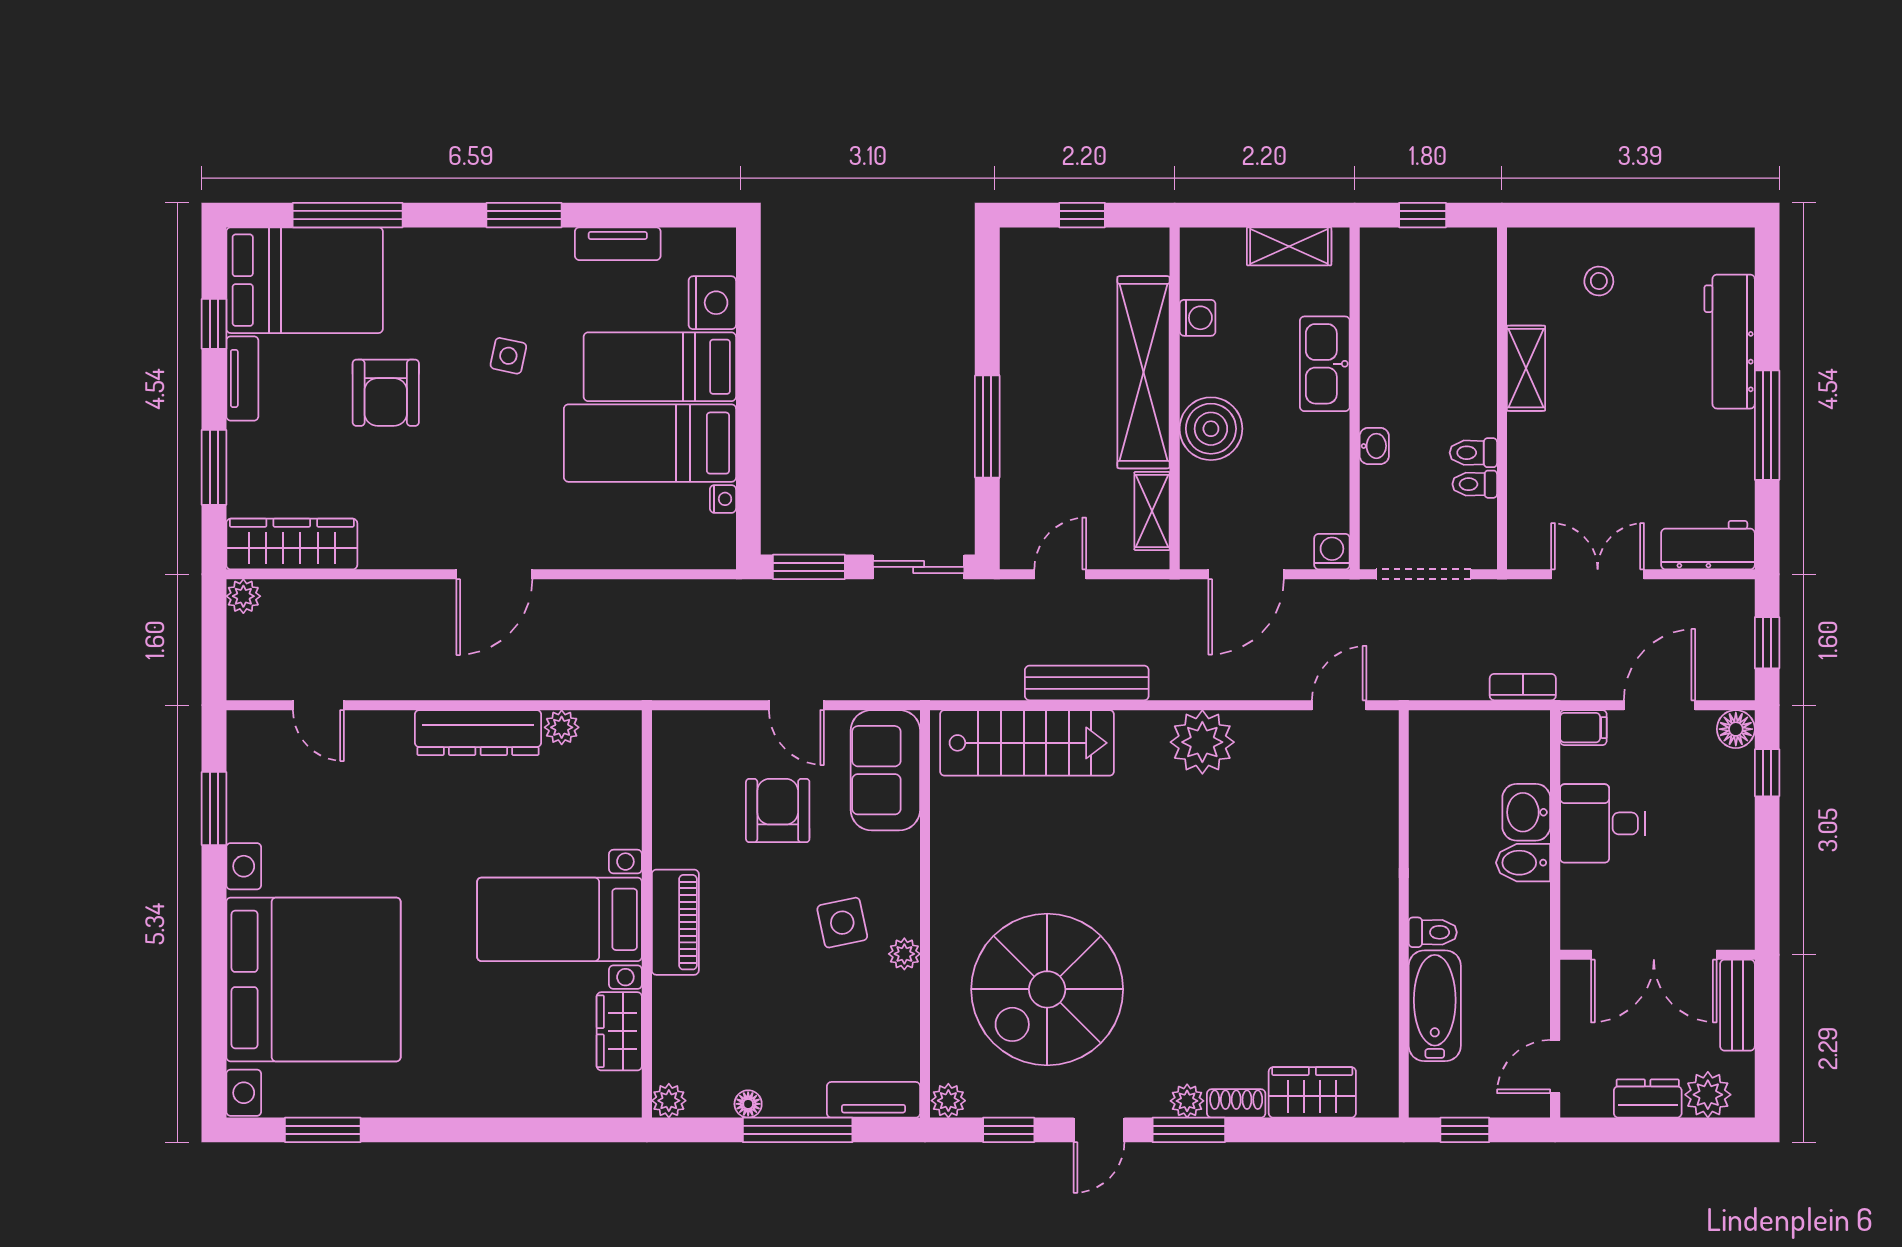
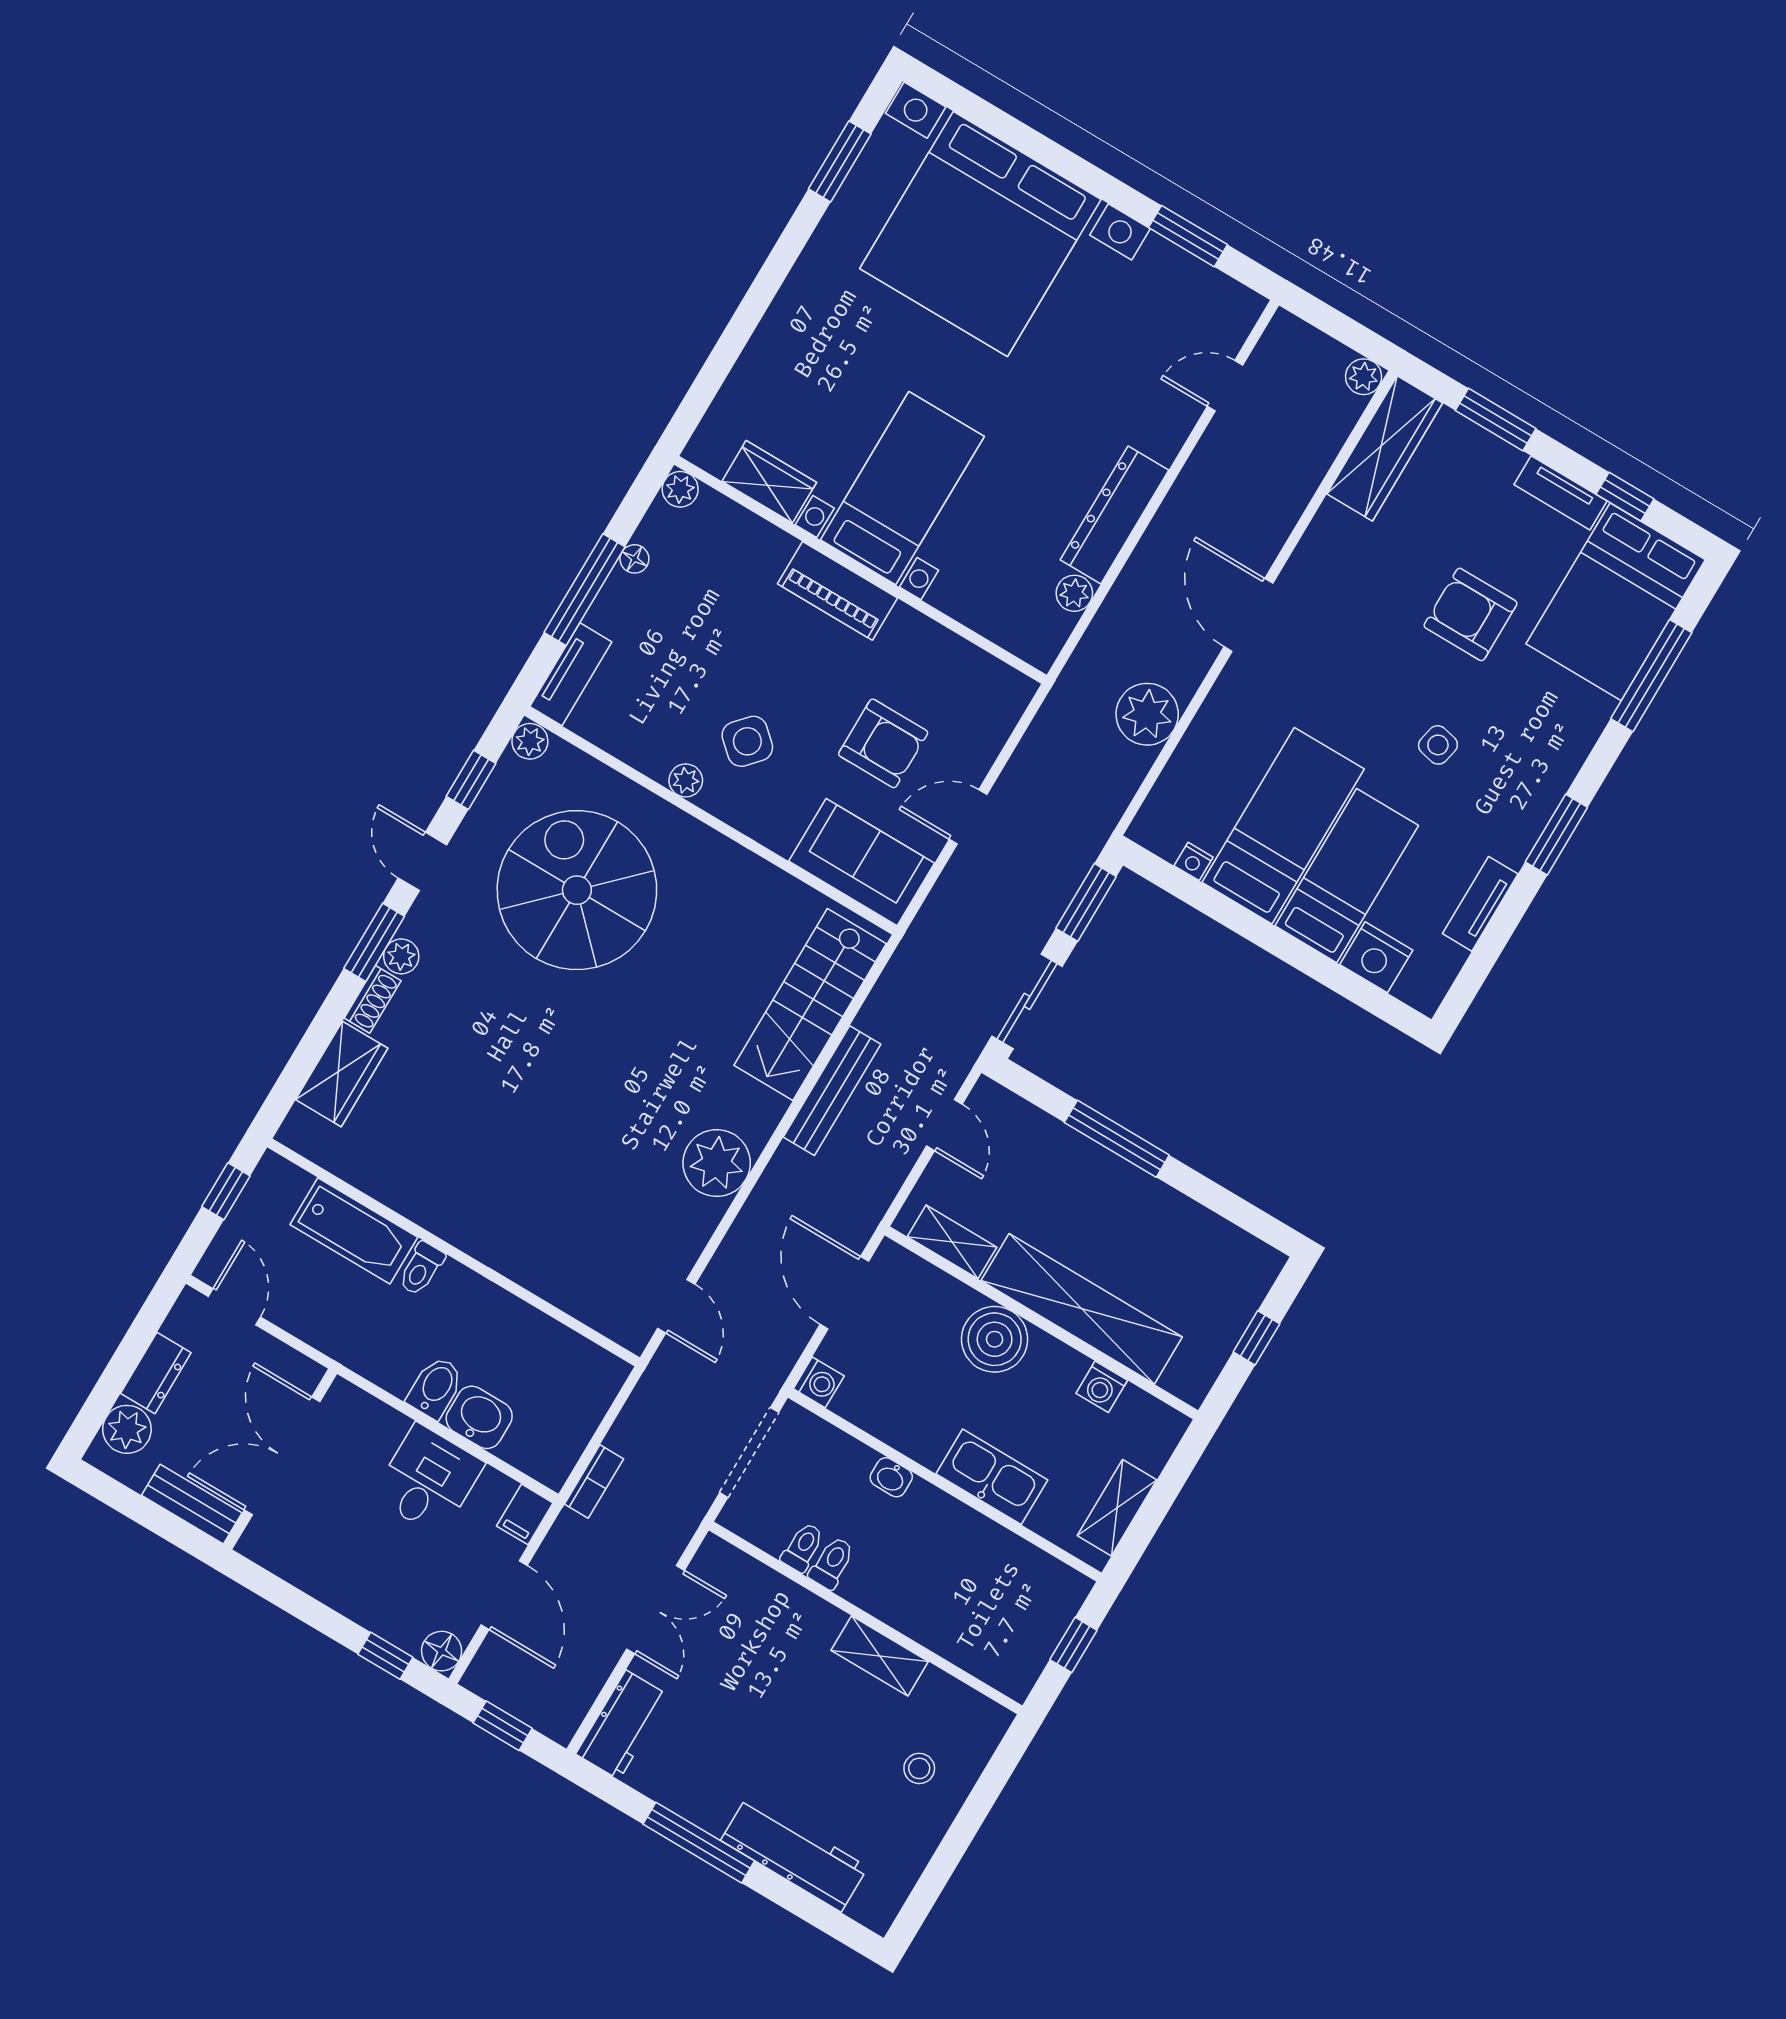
plant: (625, 609) -> (1147, 714), added
side table: (842, 923) -> (747, 741), turned -36

